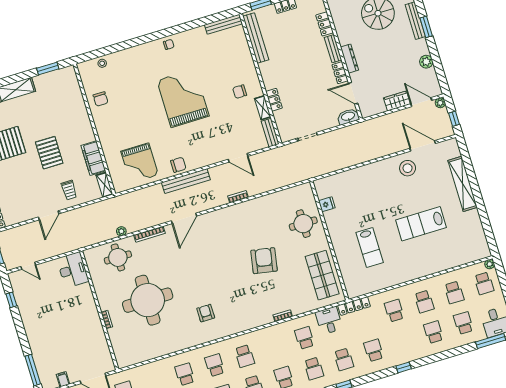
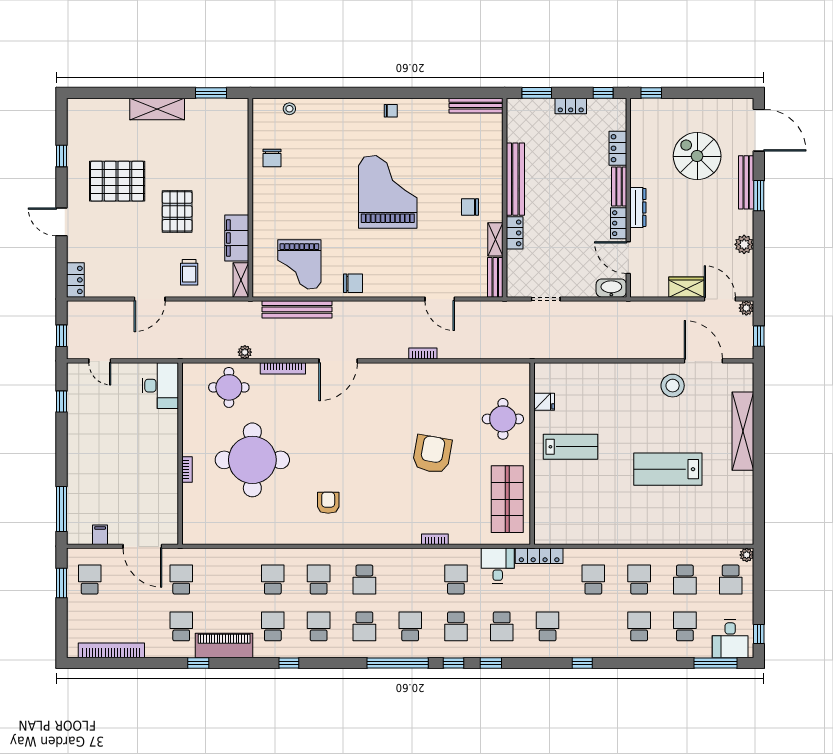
bench: (256, 38) -> (515, 179), moved
bench: (186, 181) -> (297, 309), moved
lab bench: (370, 248) -> (570, 447), moved, turned -90
school desk: (424, 302) -> (639, 580), turned 180

